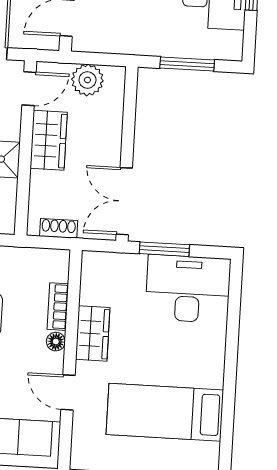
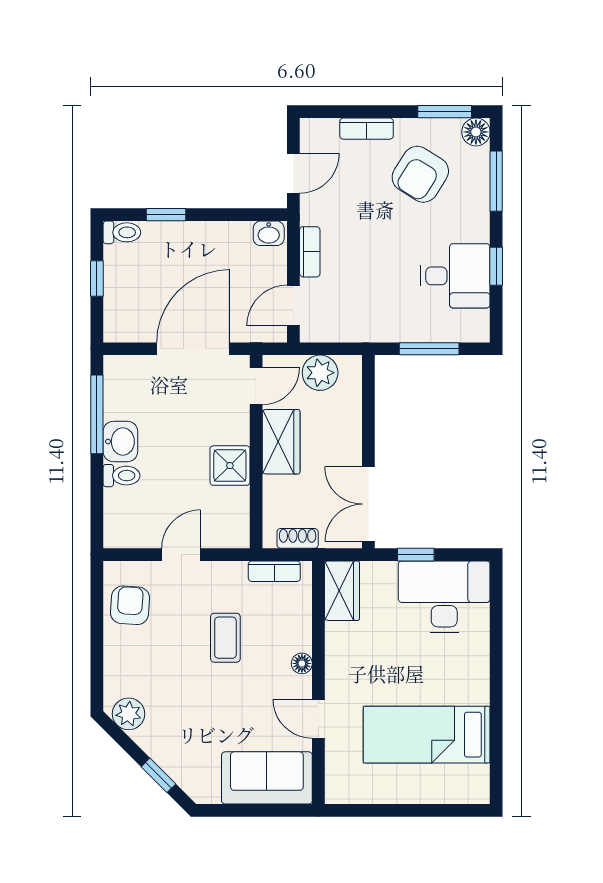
window: (164, 249) -> (416, 555), width x0.67
bookcase: (58, 307) -> (274, 571), moved, turned -90
wardrobe: (93, 333) -> (342, 591), moved

